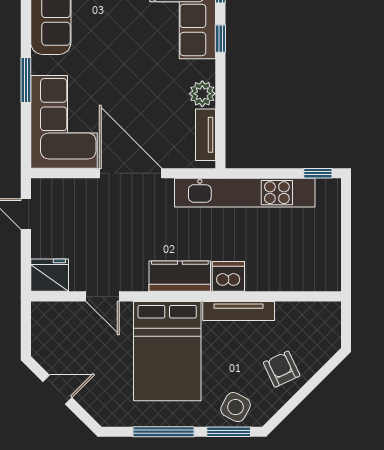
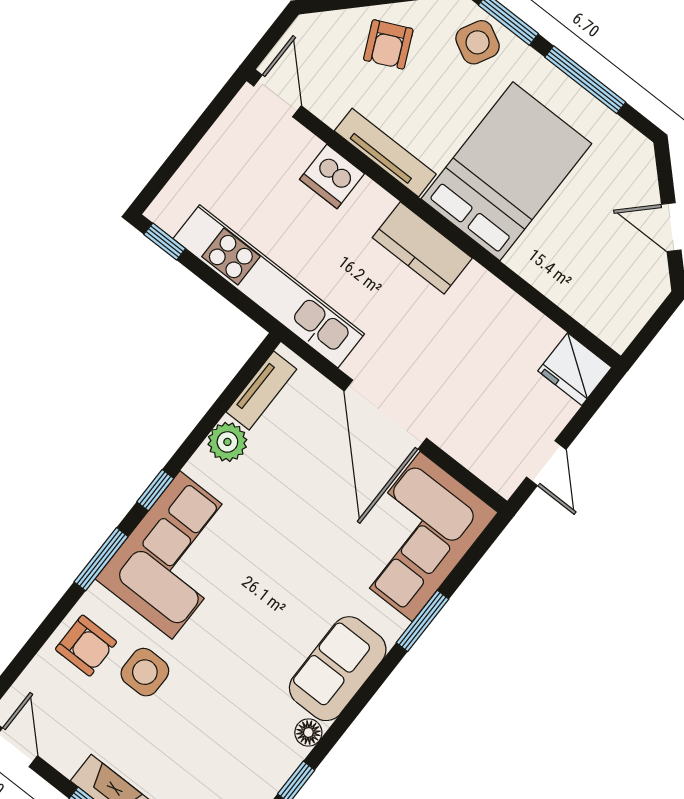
dishwasher: (228, 276) -> (332, 176), moved
door: (103, 296) -> (277, 96), moved

